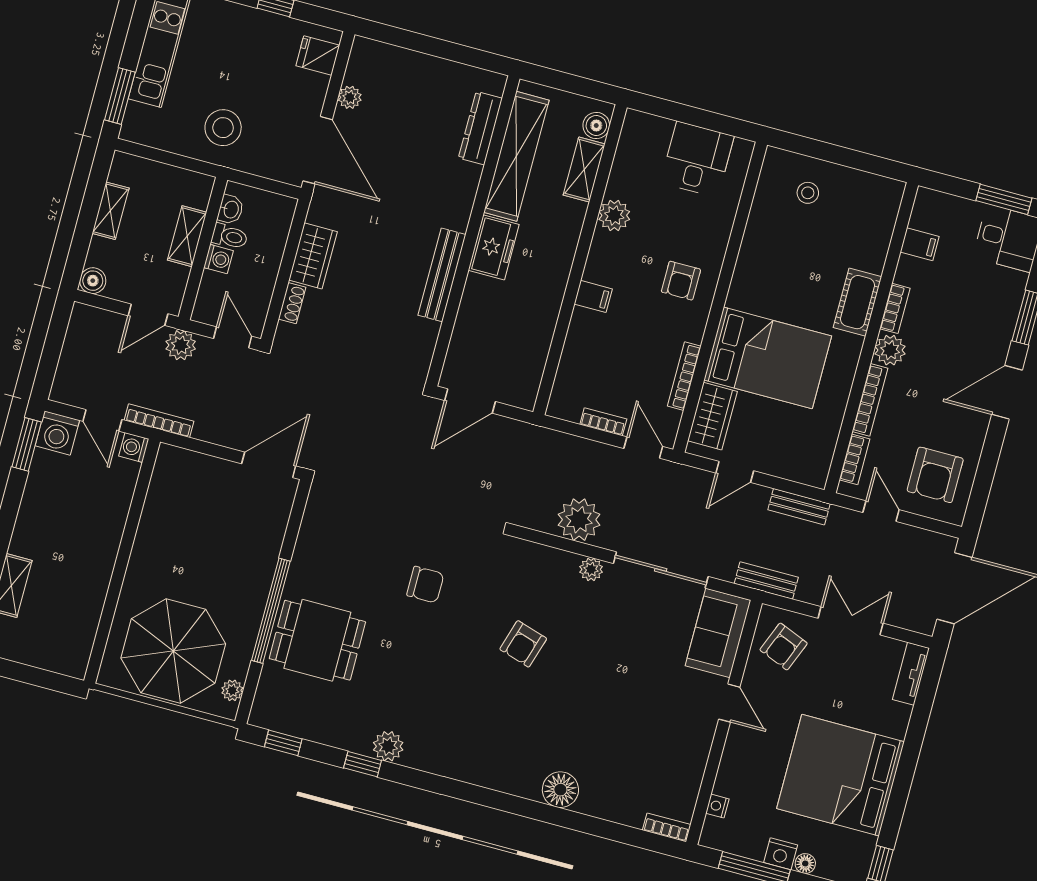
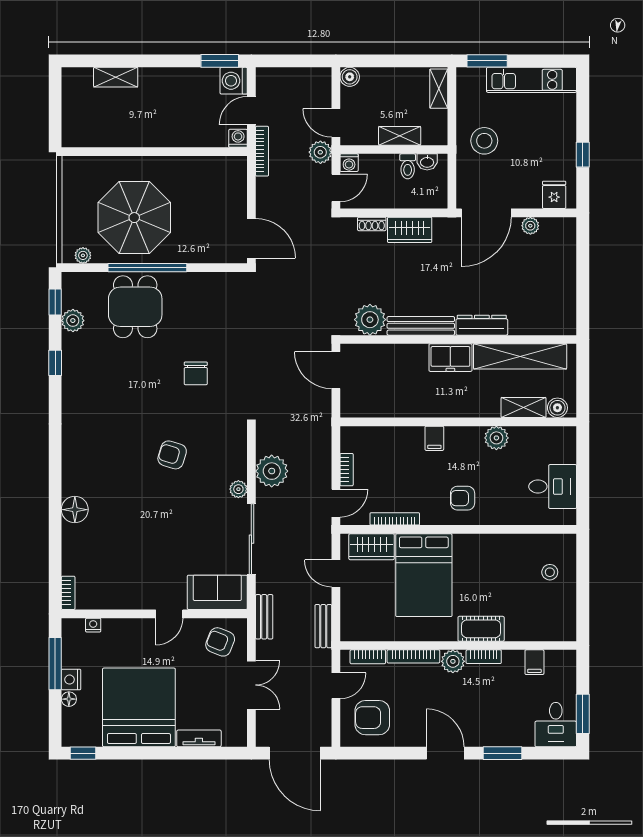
dresser: (480, 128) -> (482, 325), moved
shelving: (111, 211) -> (439, 89), moved, turned 90
washing machine: (218, 259) -> (349, 163), moved
plant: (416, 339) -> (370, 320), added
parasol: (173, 651) -> (134, 218), moved
tv unit: (911, 674) -> (199, 738), moved
plant: (388, 746) -> (73, 321), moved

